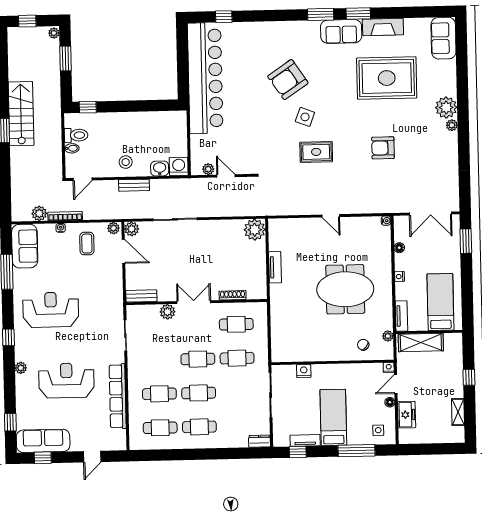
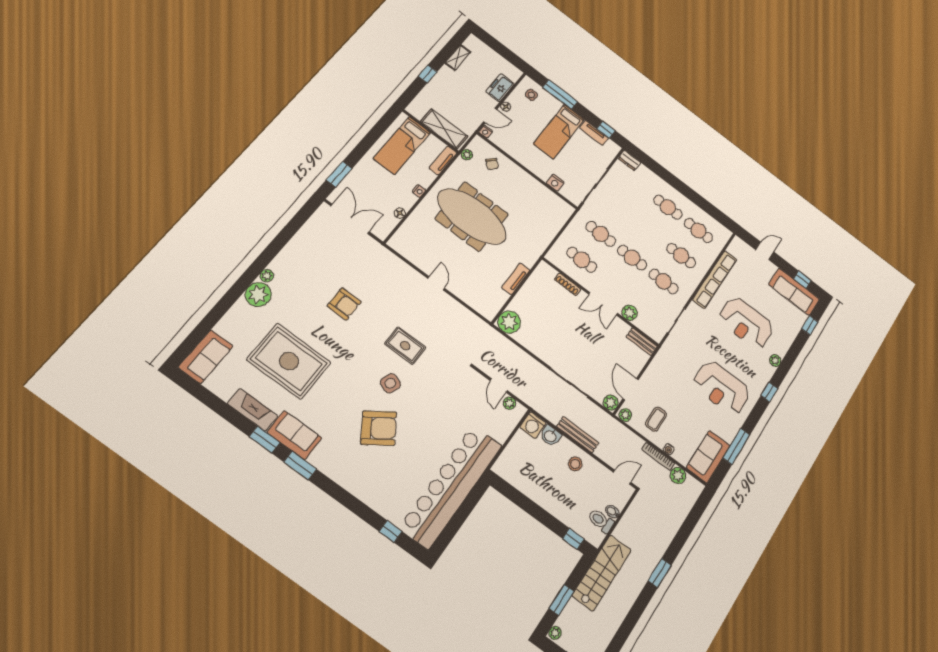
stairs: (21, 114) -> (602, 573), moved, turned 180
bench: (134, 185) -> (578, 435), width x1.36
water cooler: (386, 221) -> (393, 243), removed
meeting table: (345, 289) -> (472, 217), width x1.36
cafe table: (199, 393) -> (663, 281), moved

